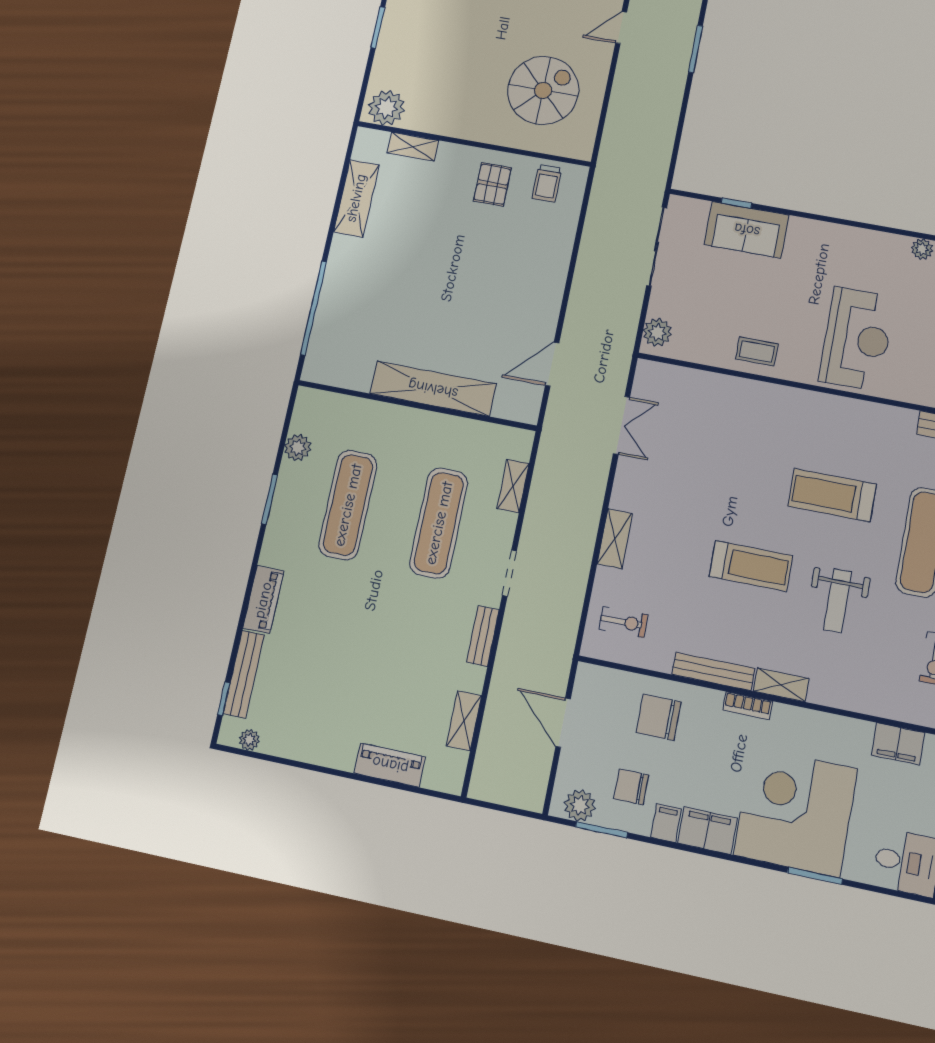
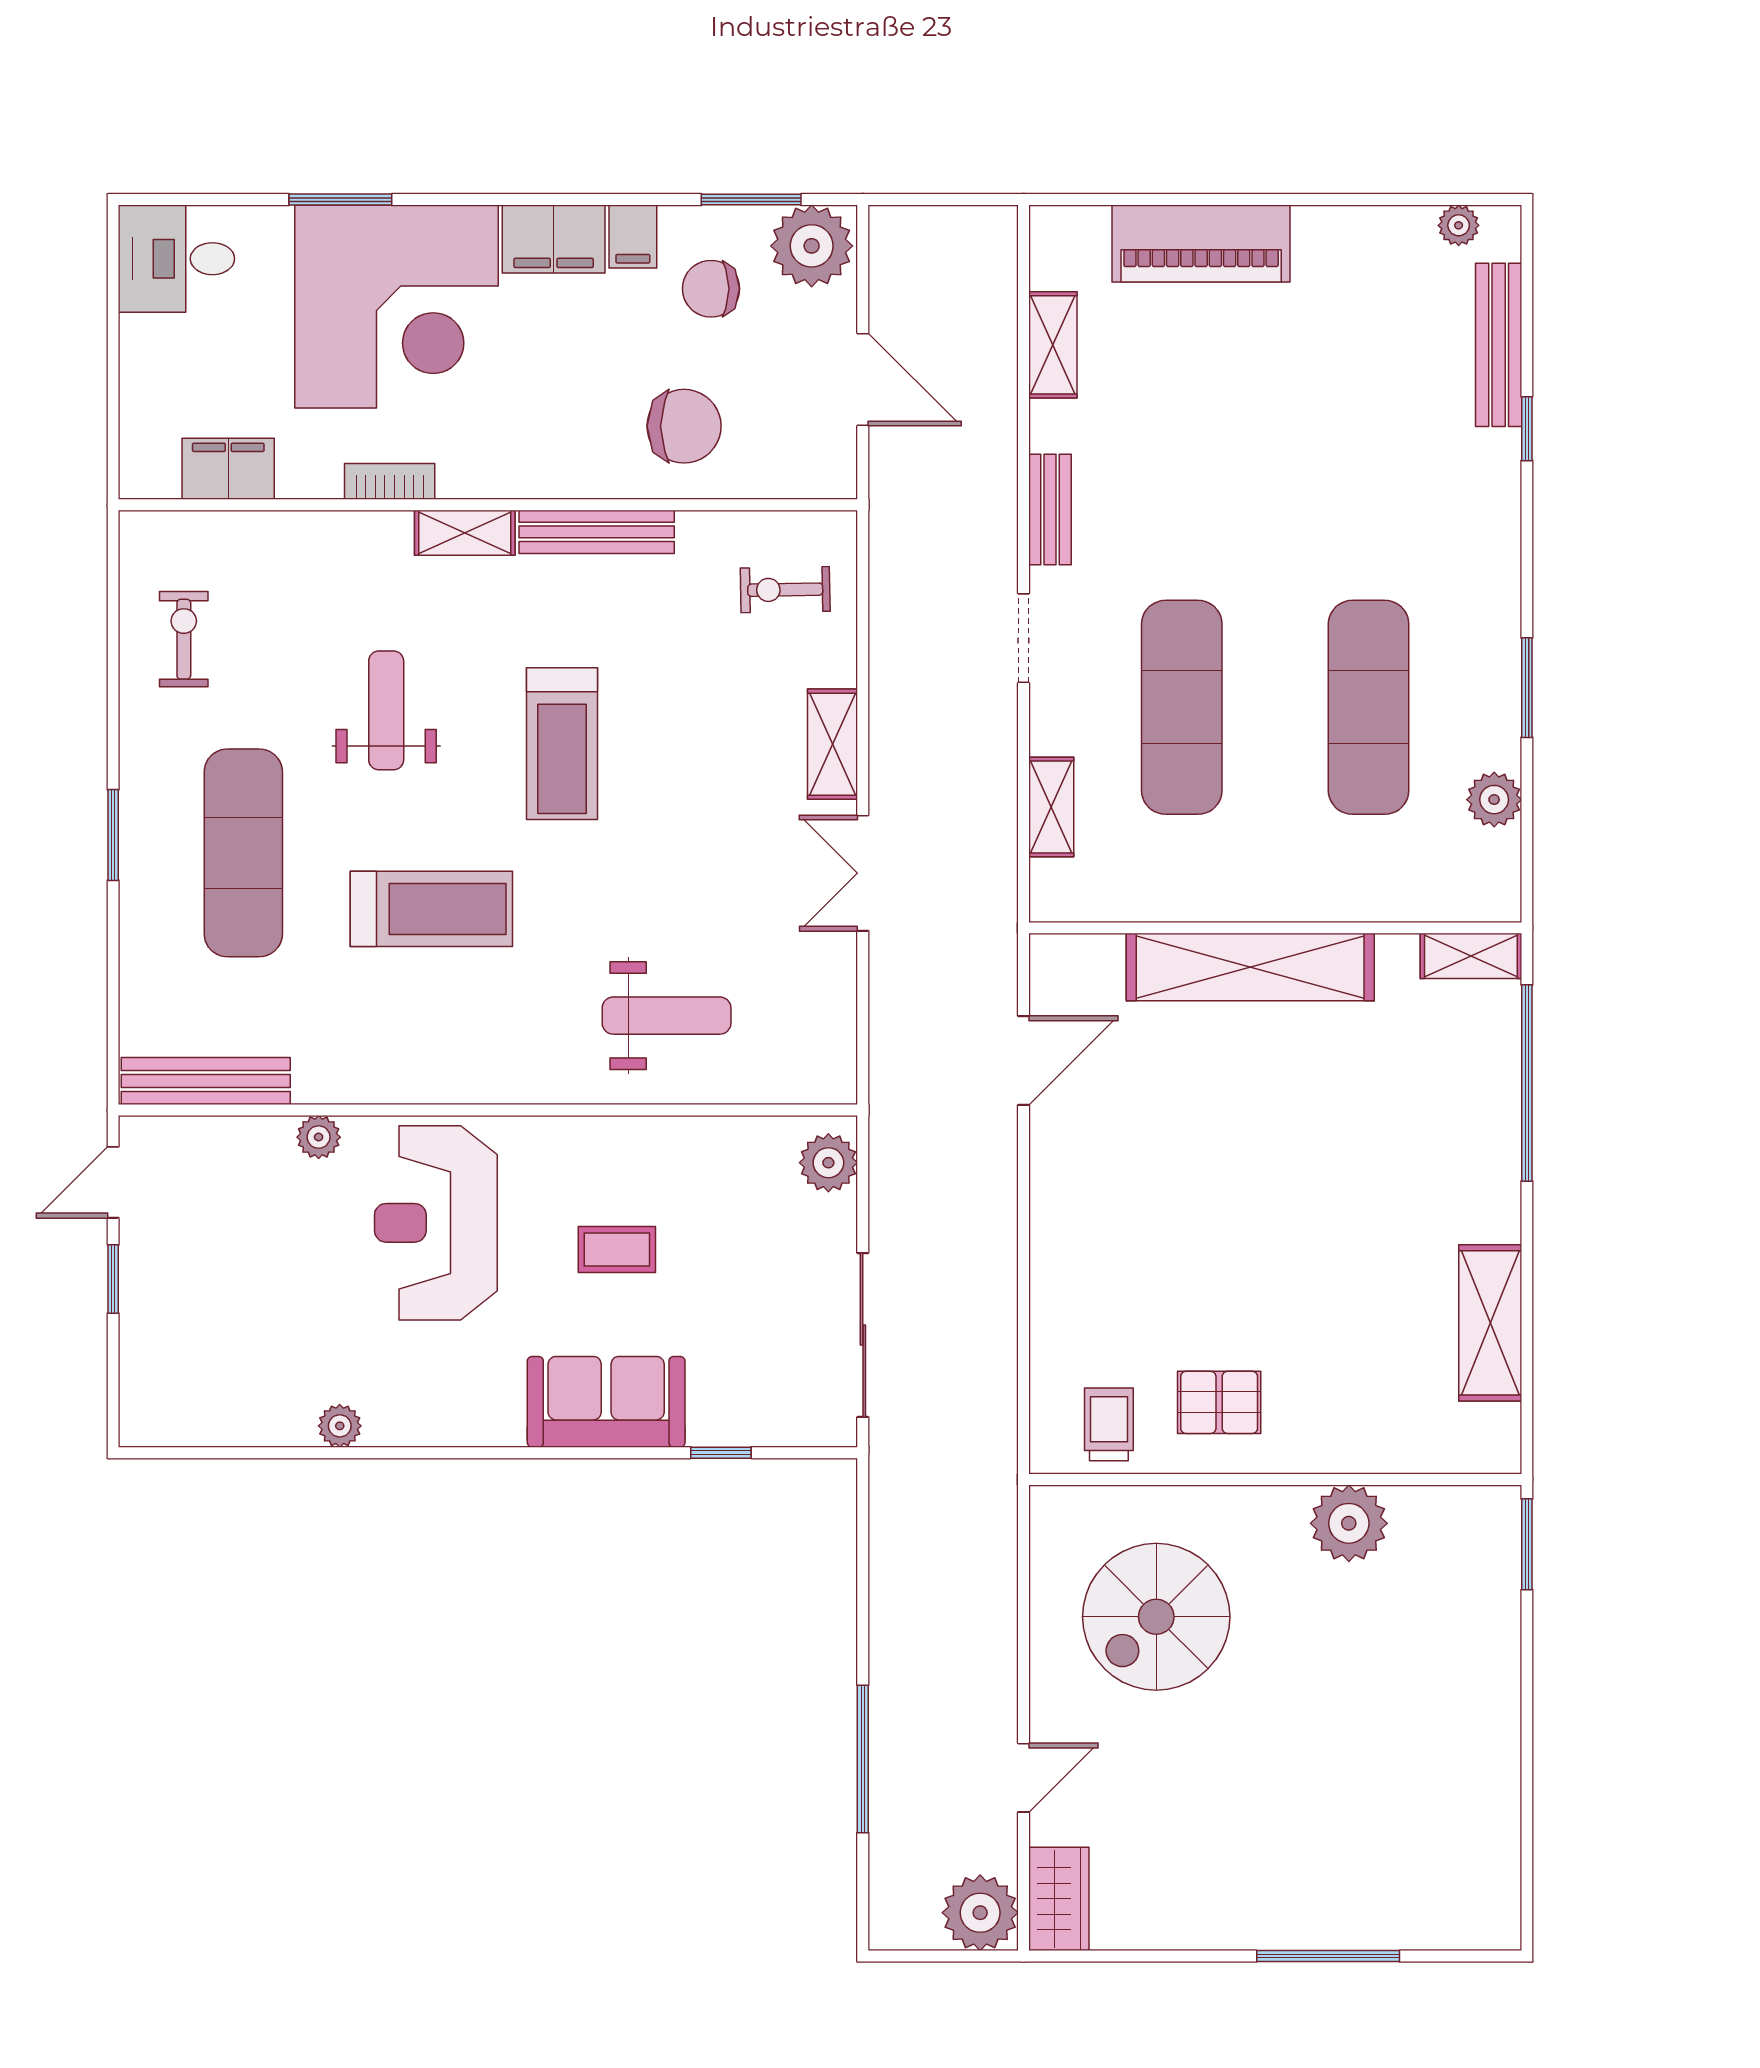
window: (378, 28) -> (1527, 1544), moved
window: (696, 49) -> (863, 1759), width x1.44
plant: (386, 108) -> (1349, 1523), moved
shelving: (413, 147) -> (1471, 956), moved
pallet: (492, 184) -> (1219, 1402), turned 90
sofa: (747, 230) -> (606, 1402), moved
coffee table: (757, 351) -> (617, 1249), moved
plant: (909, 392) -> (319, 1137), added
weight bench: (723, 419) -> (667, 1016), added
double door: (622, 425) -> (863, 873), moved
treadmill: (751, 566) -> (562, 744), turned -90
piano: (263, 600) -> (1494, 493), removed
window: (224, 699) -> (1527, 429), moved
bookcase: (748, 706) -> (390, 481), moved
piano: (390, 765) -> (1201, 244), width x1.37, depth x1.33
chair: (631, 787) -> (711, 289), turned 180
plant: (580, 805) -> (812, 246), width x1.36, depth x1.36

